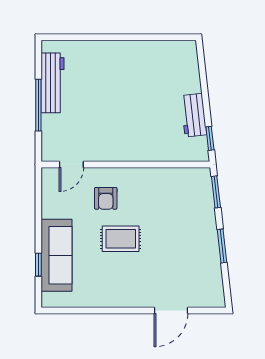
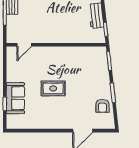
armchair: (106, 198) -> (102, 106), moved
sofa: (57, 255) -> (15, 98), width x0.73

